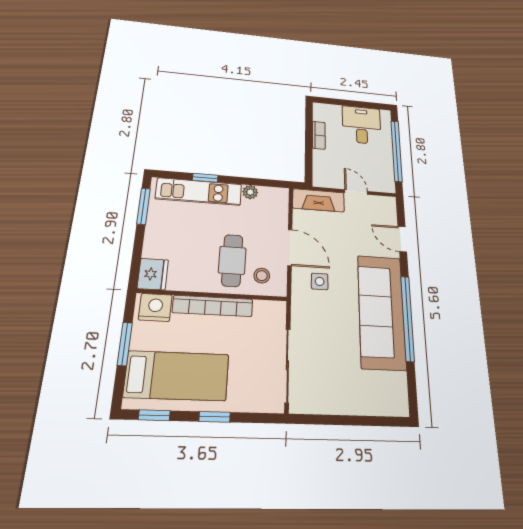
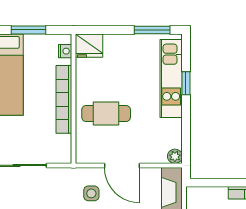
plant: (250, 192) -> (175, 156), moved
door: (290, 247) -> (122, 165), hinge flipped
stool: (262, 276) -> (94, 141), removed
nightstand: (155, 307) -> (65, 51), width x0.53, depth x0.56

